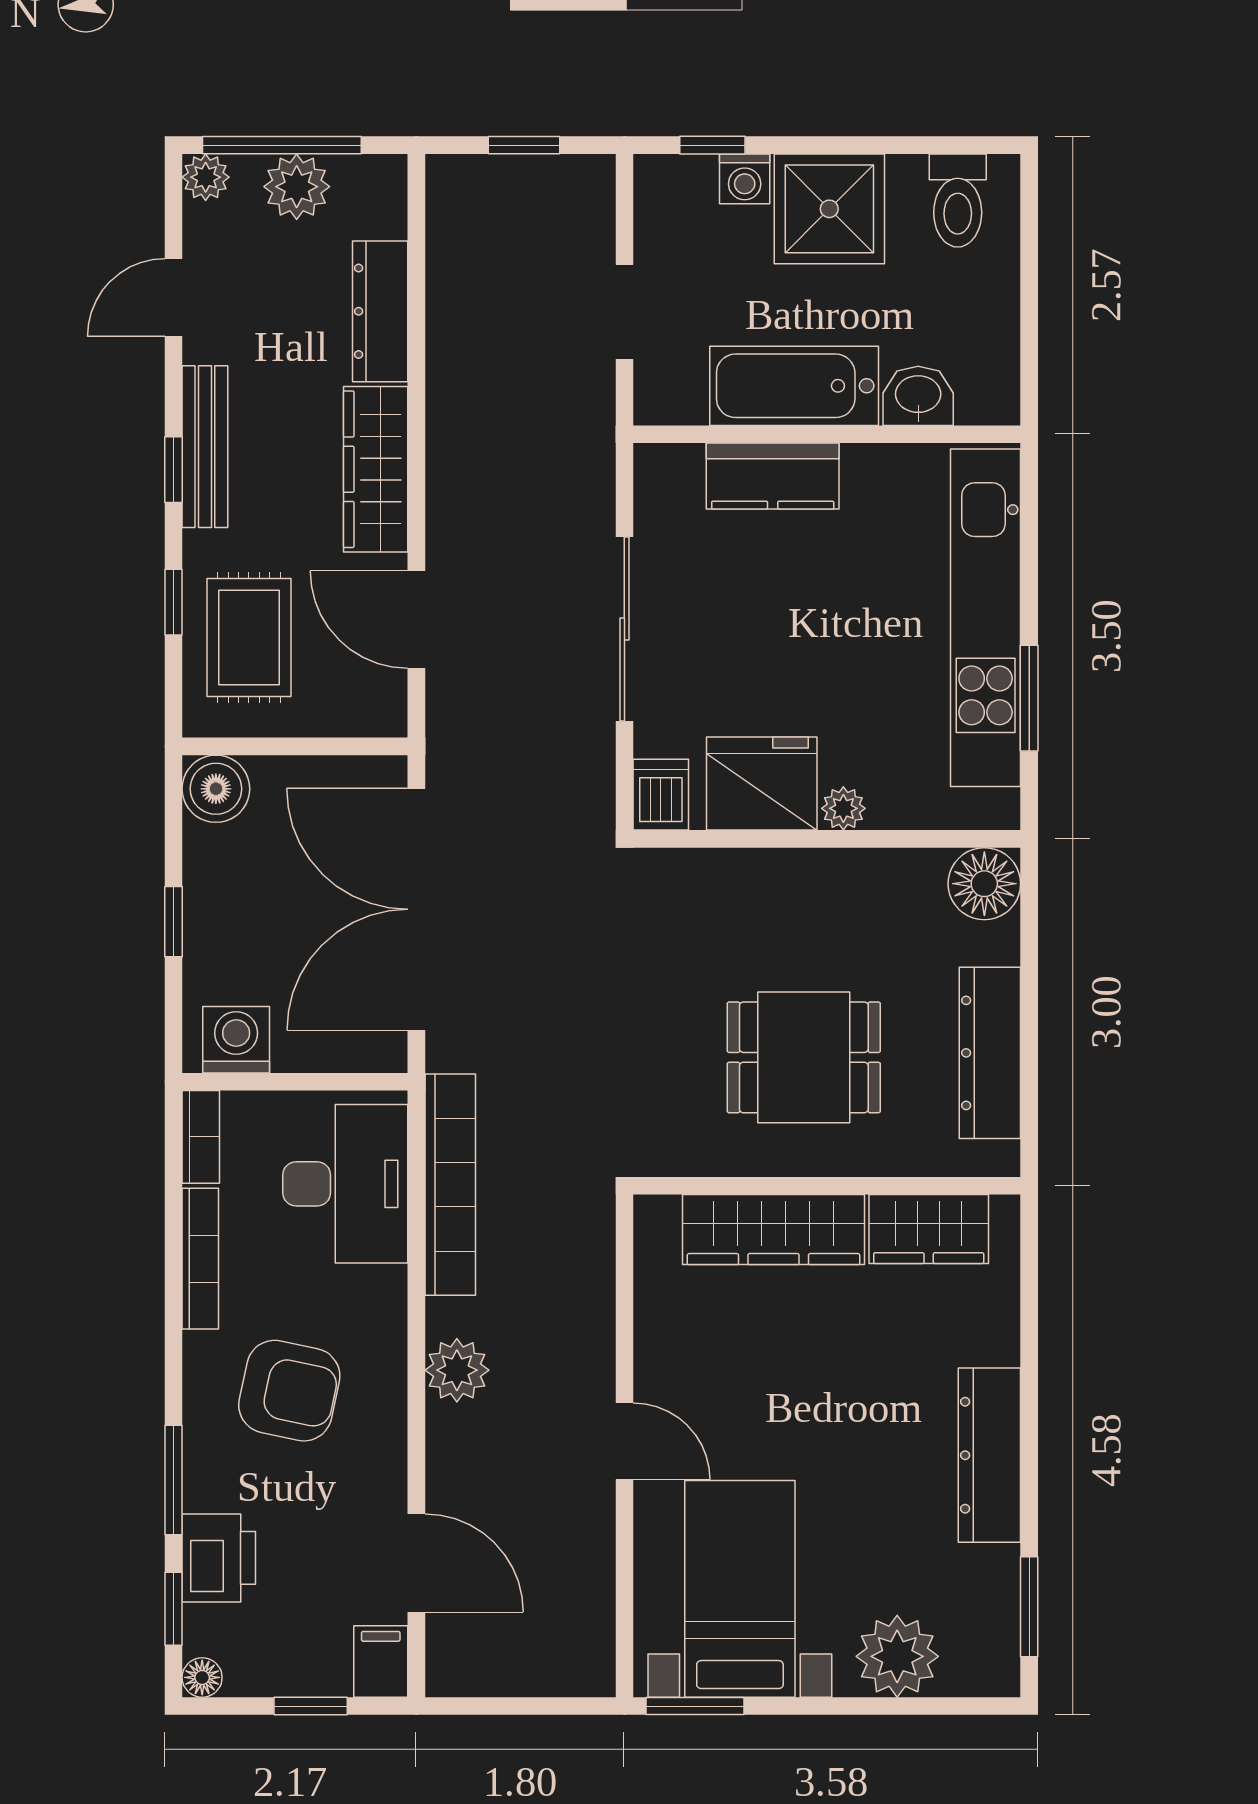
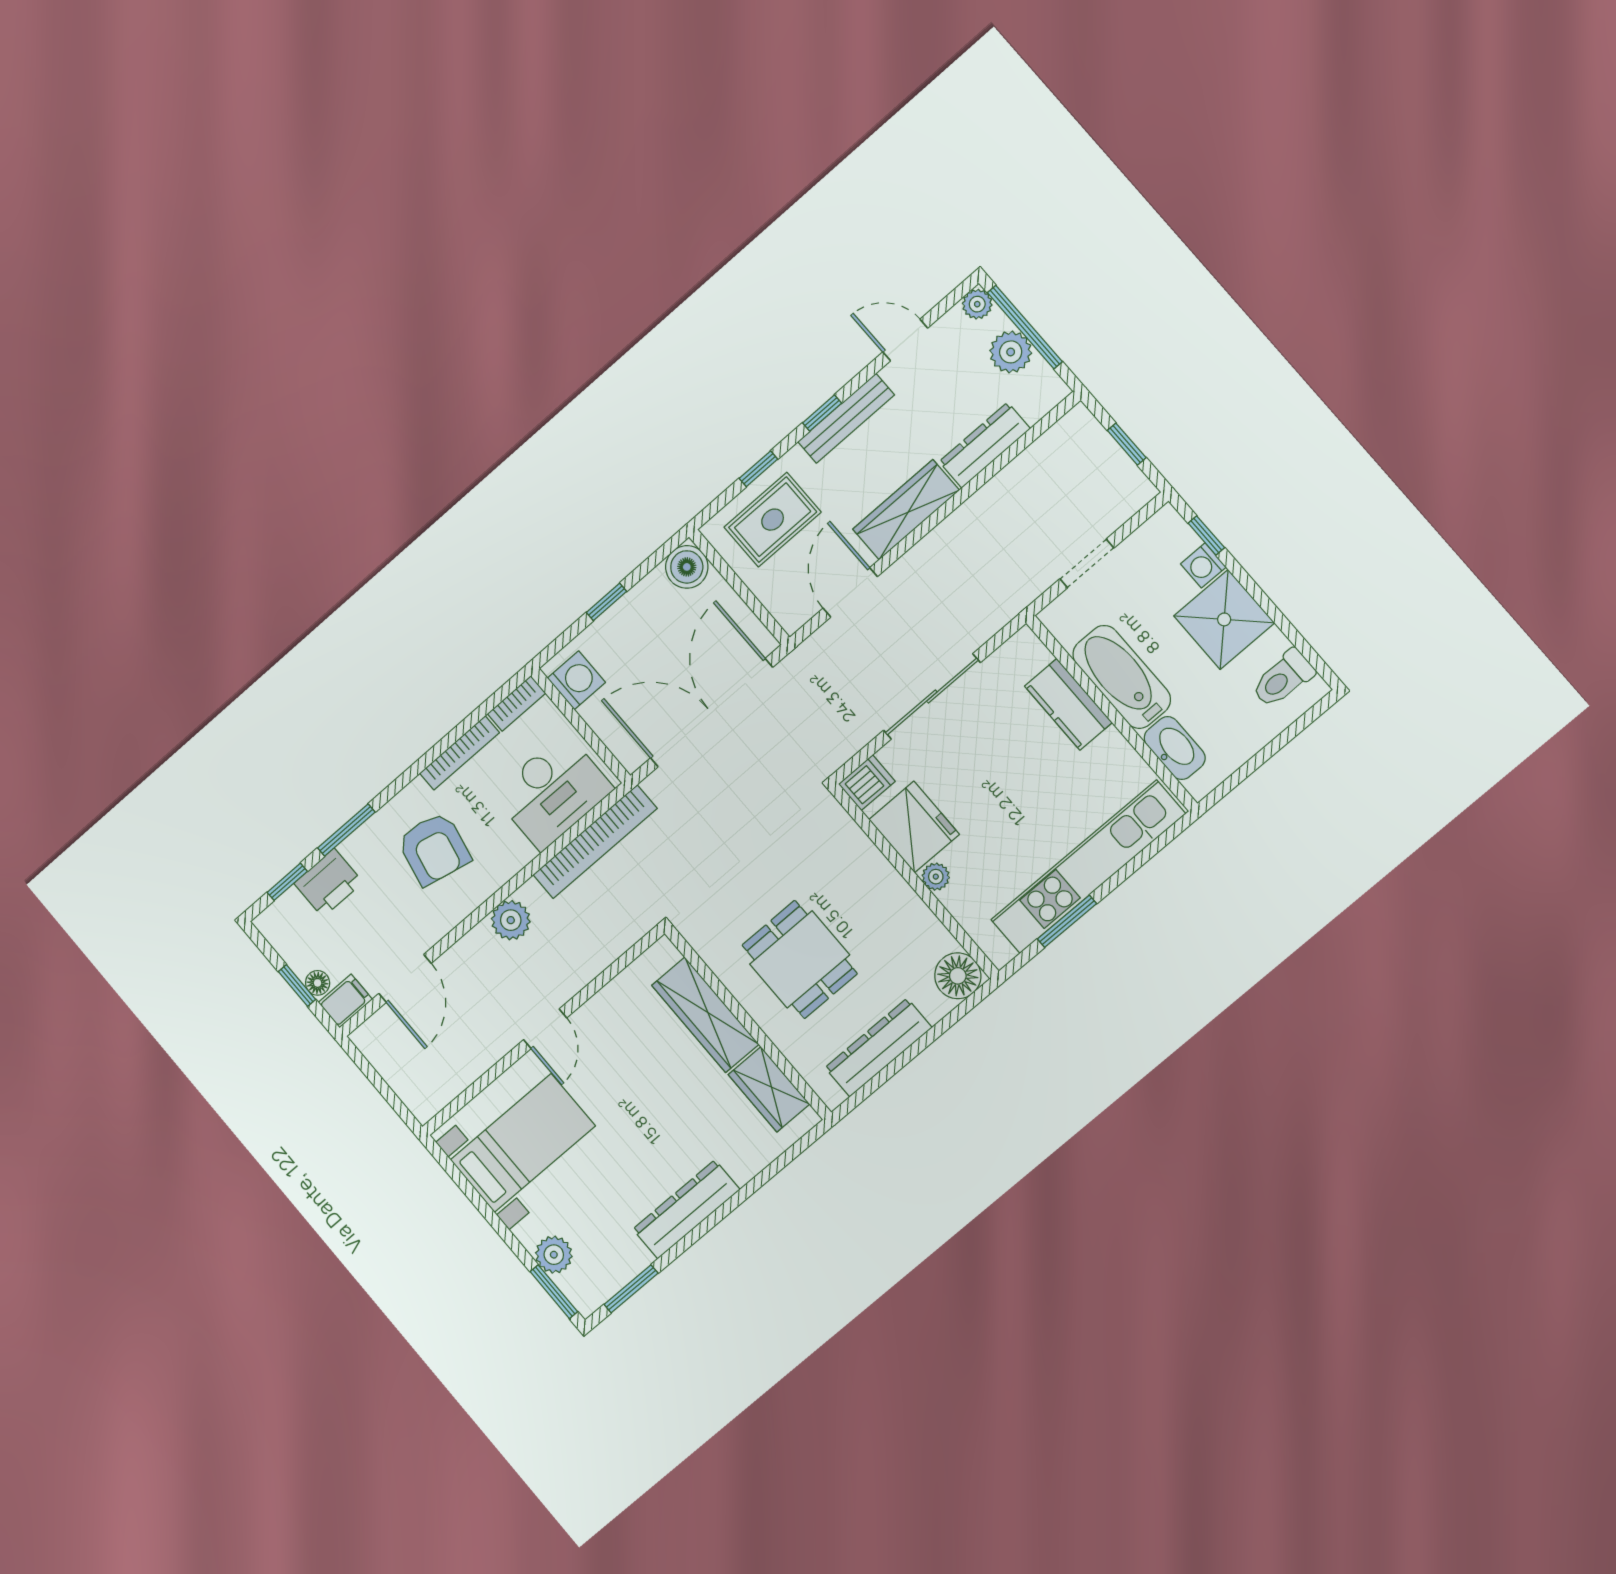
washbasin: (918, 396) -> (1175, 748), width x1.38
plant: (897, 1656) -> (554, 1255), width x0.73, depth x0.73
floor lamp: (202, 1677) -> (318, 983), moved
window: (695, 1706) -> (554, 1292), moved

